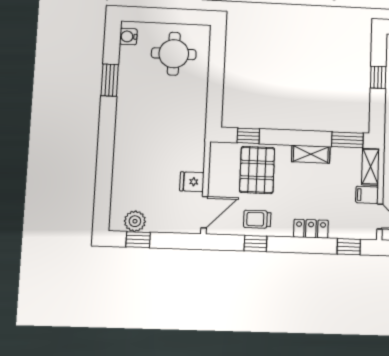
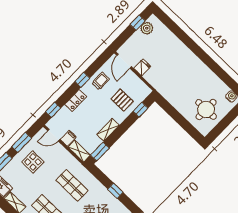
window: (110, 80) -> (219, 71), removed
pallet: (257, 170) -> (122, 100), width x0.67, depth x0.71
window: (255, 244) -> (82, 80), moved

